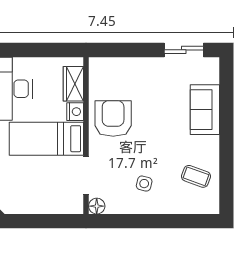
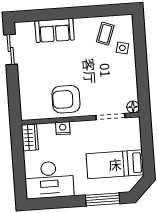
wardrobe: (73, 84) -> (30, 137), moved, turned -90
bed: (46, 139) -> (115, 164), moved, turned 90
side table: (144, 184) -> (122, 48), moved

